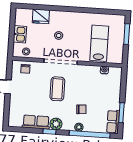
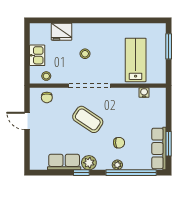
coffee table: (57, 89) -> (88, 119), turned -56
row of seats: (113, 122) -> (159, 148), width x1.48

